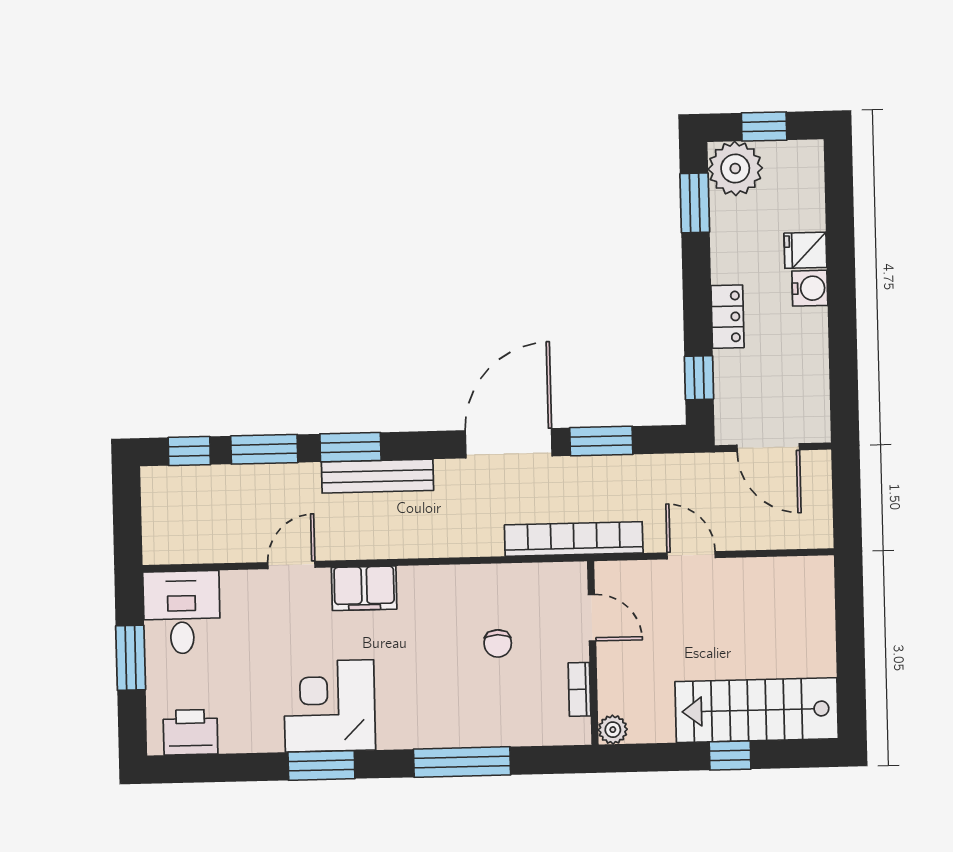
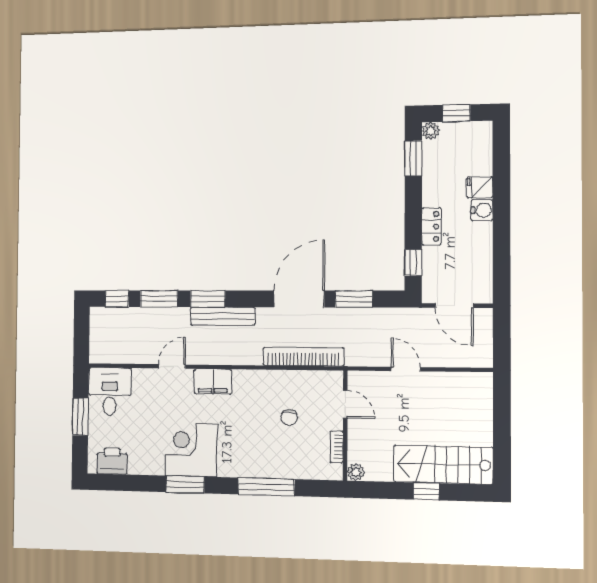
plant: (735, 169) -> (431, 131), width x0.53, depth x0.53
bookcase: (574, 539) -> (303, 357), moved

